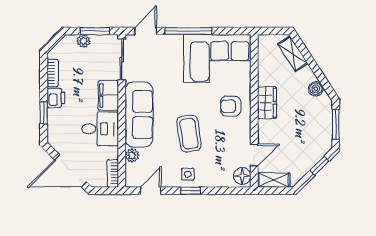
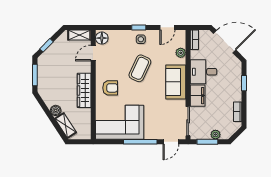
boiler: (316, 89) -> (56, 110), moved
printer: (56, 98) -> (235, 94), removed
wardrobe: (267, 103) -> (84, 90), width x1.50
sofa: (139, 115) -> (176, 82), width x0.73
coffee table: (189, 134) -> (140, 68), turned 34

